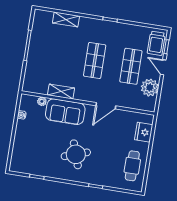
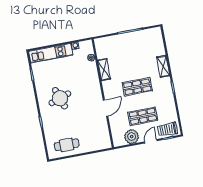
shelving: (66, 19) -> (163, 66), moved
door: (106, 106) -> (106, 108), swing flipped
sofa: (65, 112) -> (90, 78), removed
fridge: (144, 132) -> (96, 144), removed
kitchen unit: (20, 146) -> (51, 53), added

